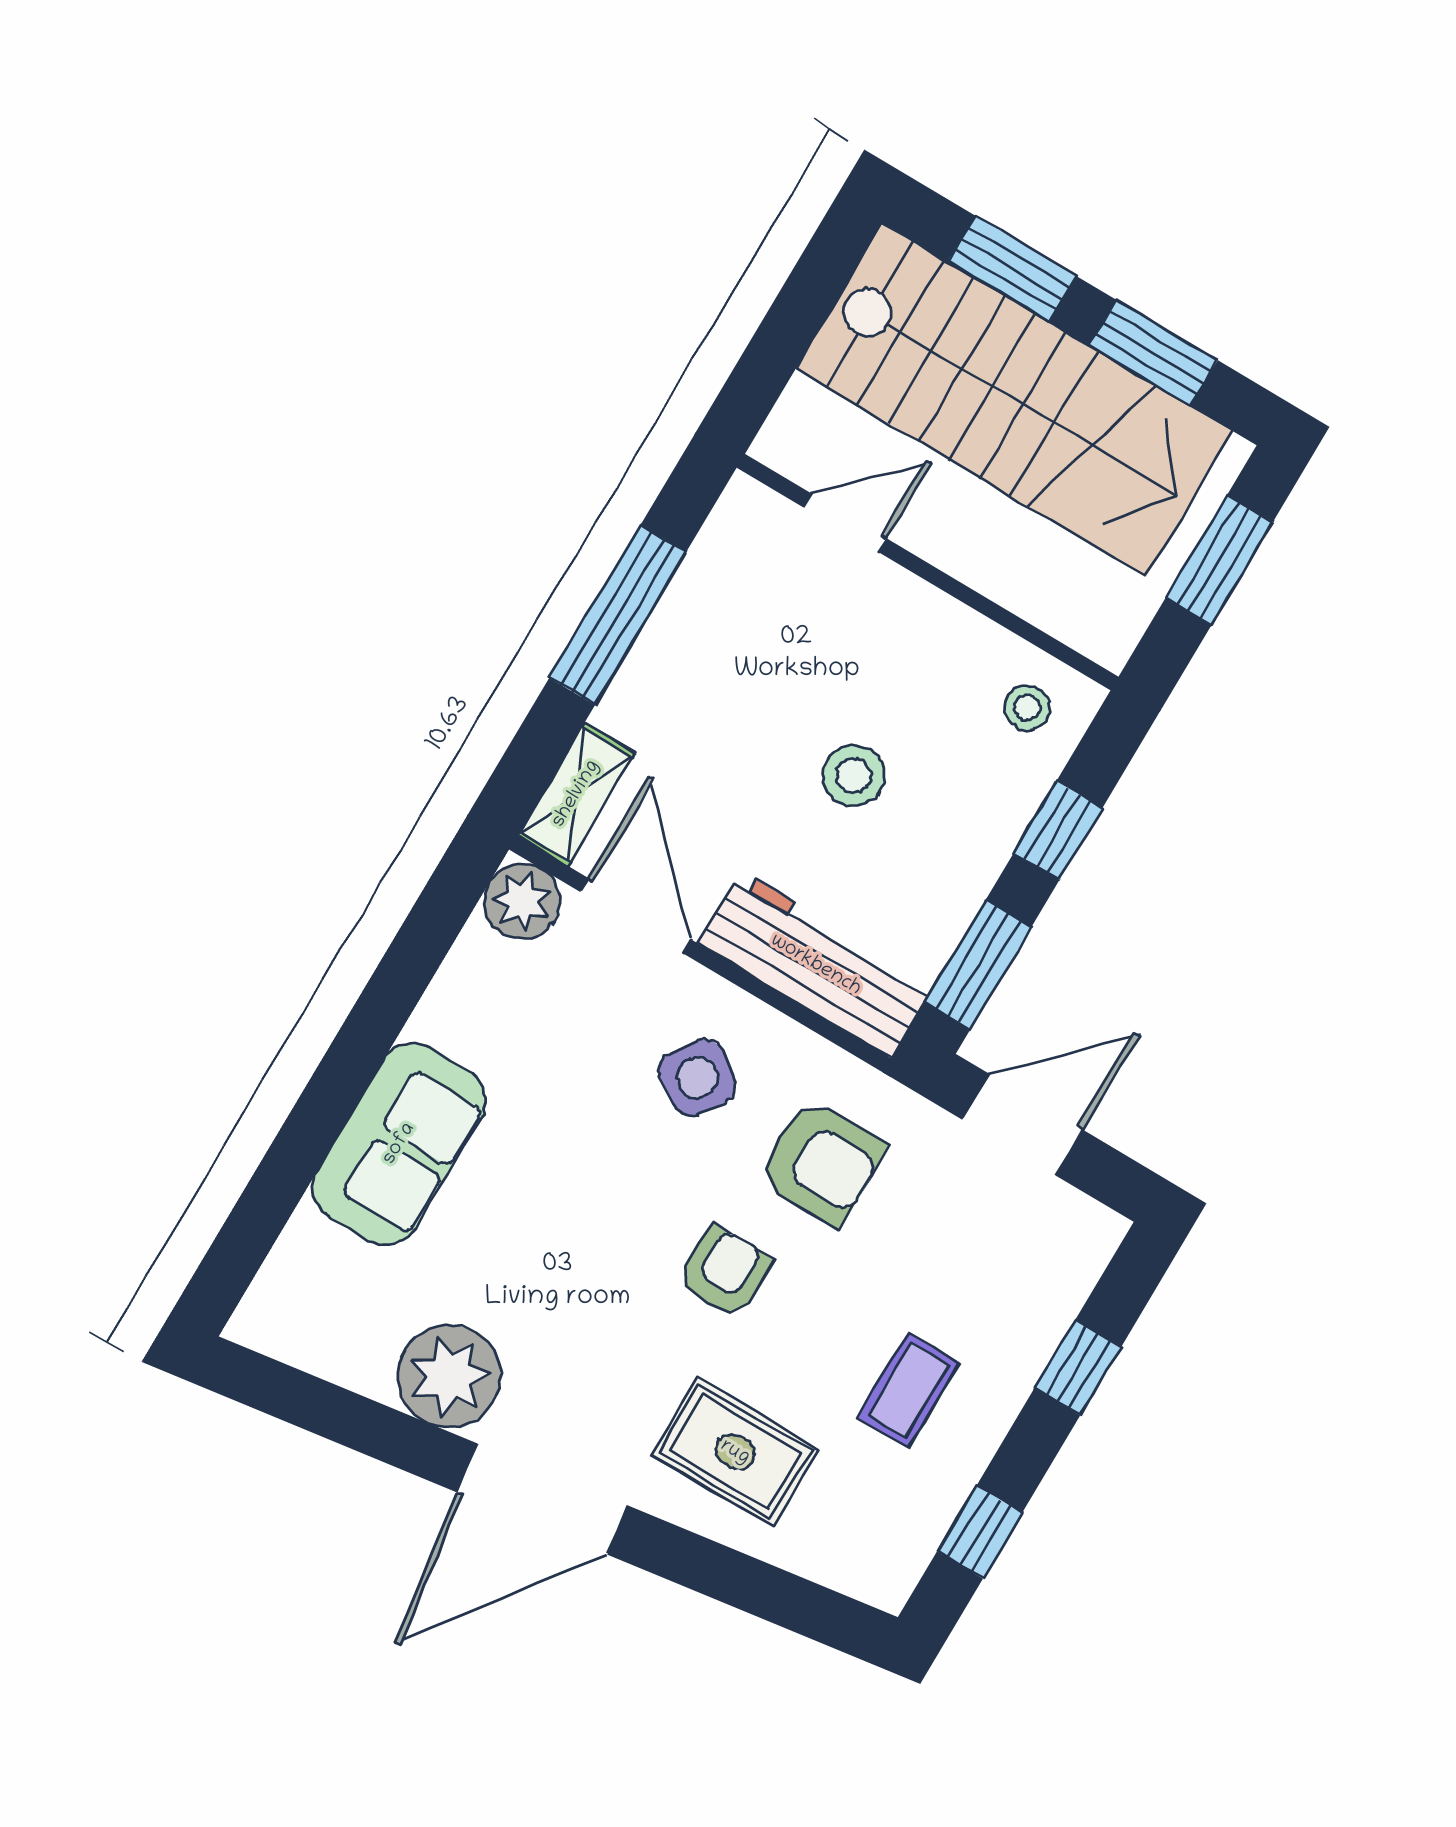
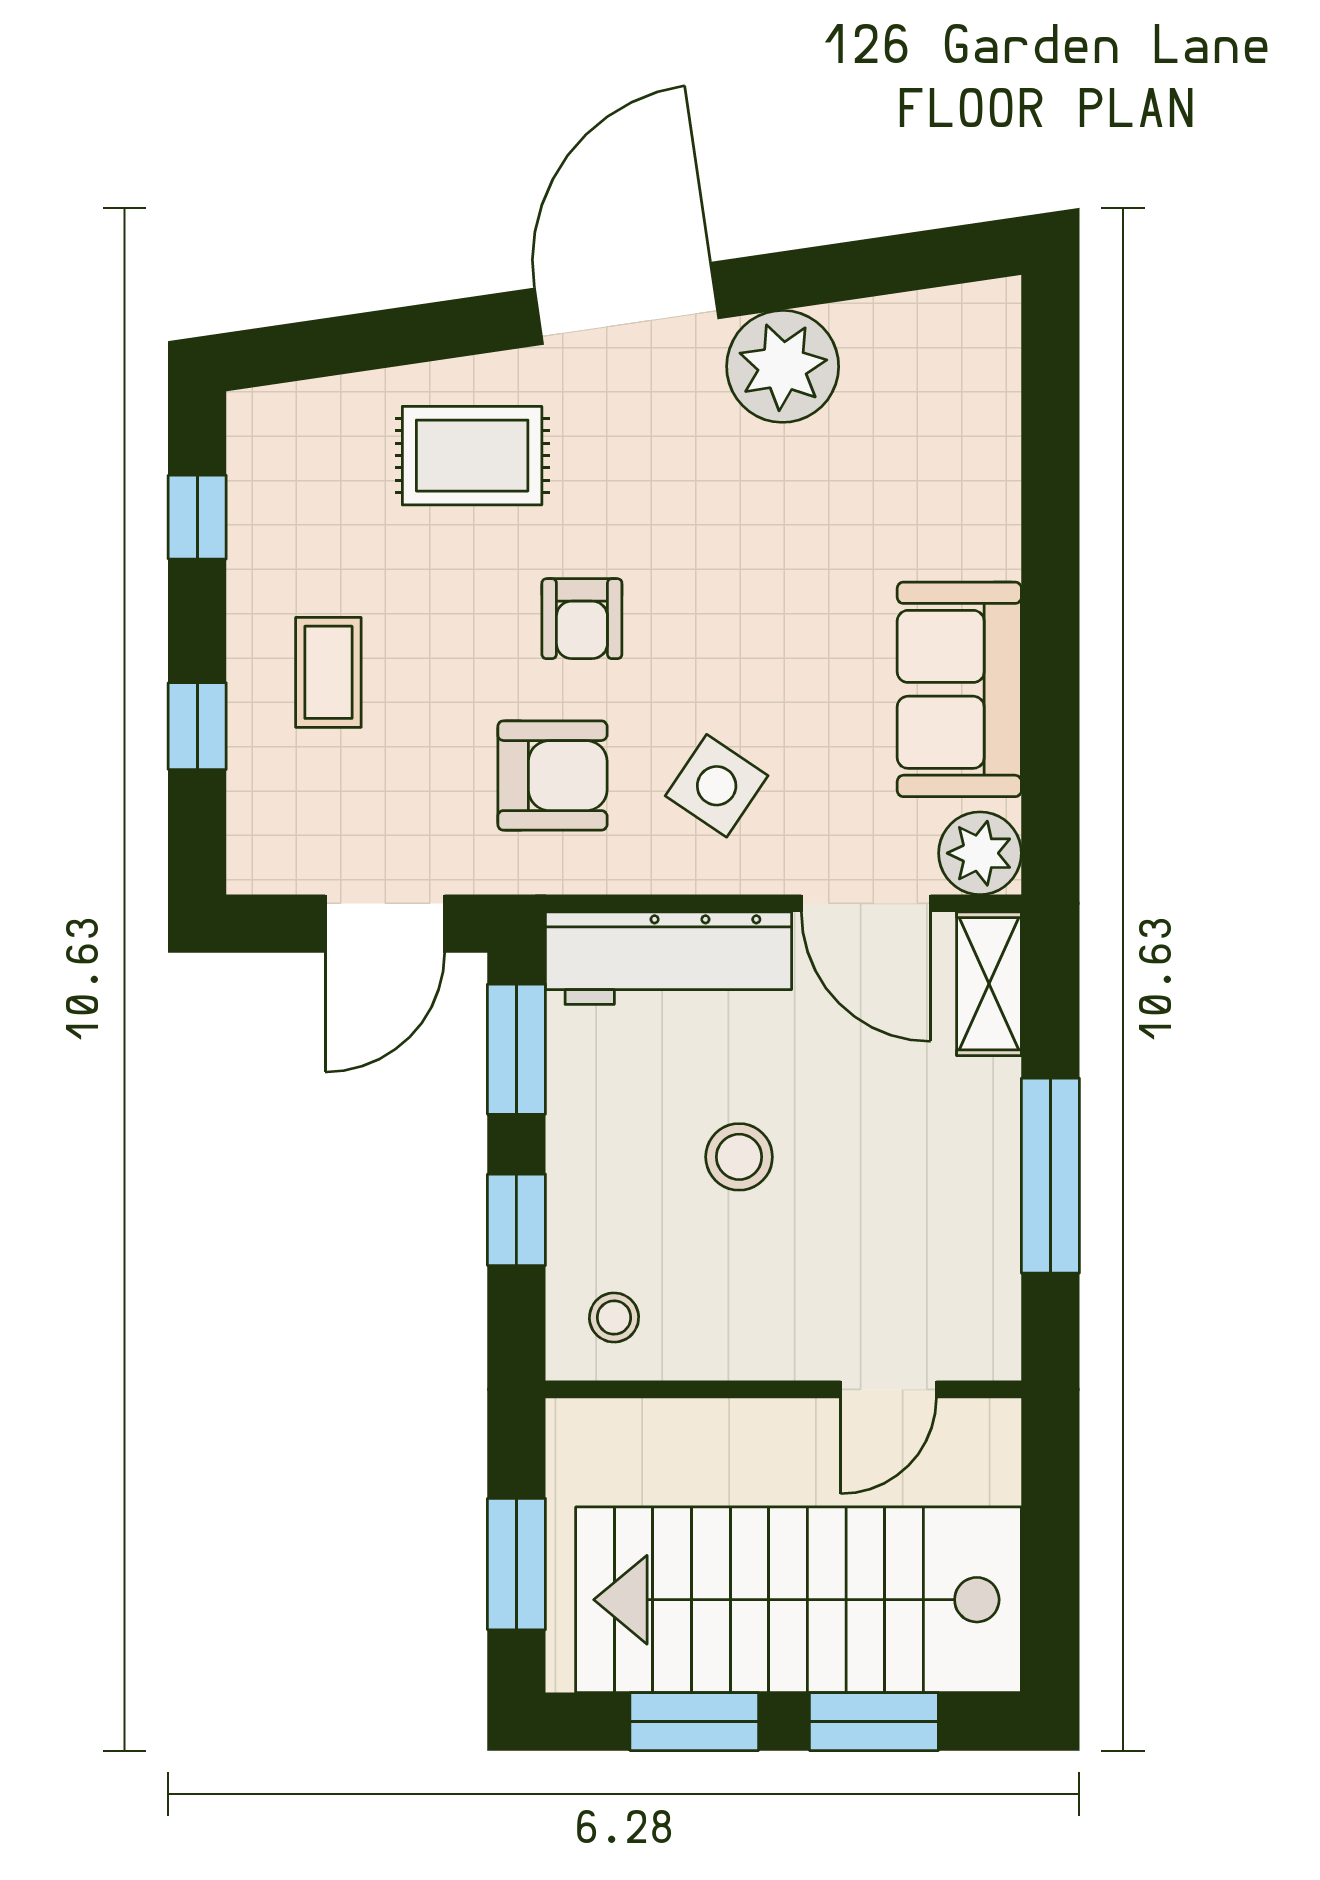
sofa: (399, 1144) -> (959, 689), moved
armchair: (822, 1163) -> (552, 776), turned 180
coffee table: (908, 1390) -> (328, 672), moved

